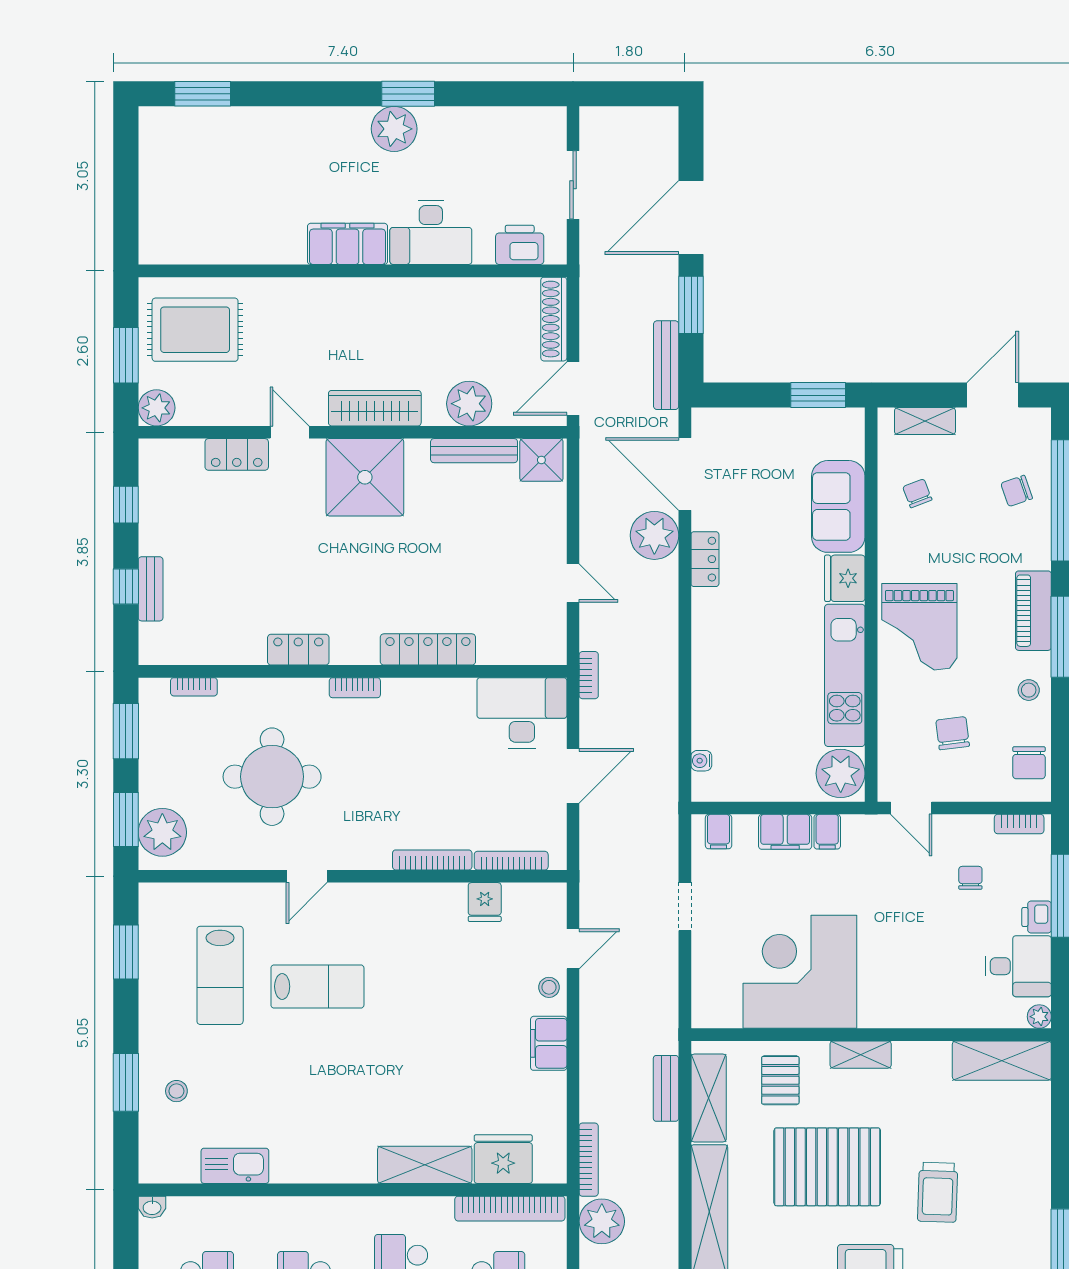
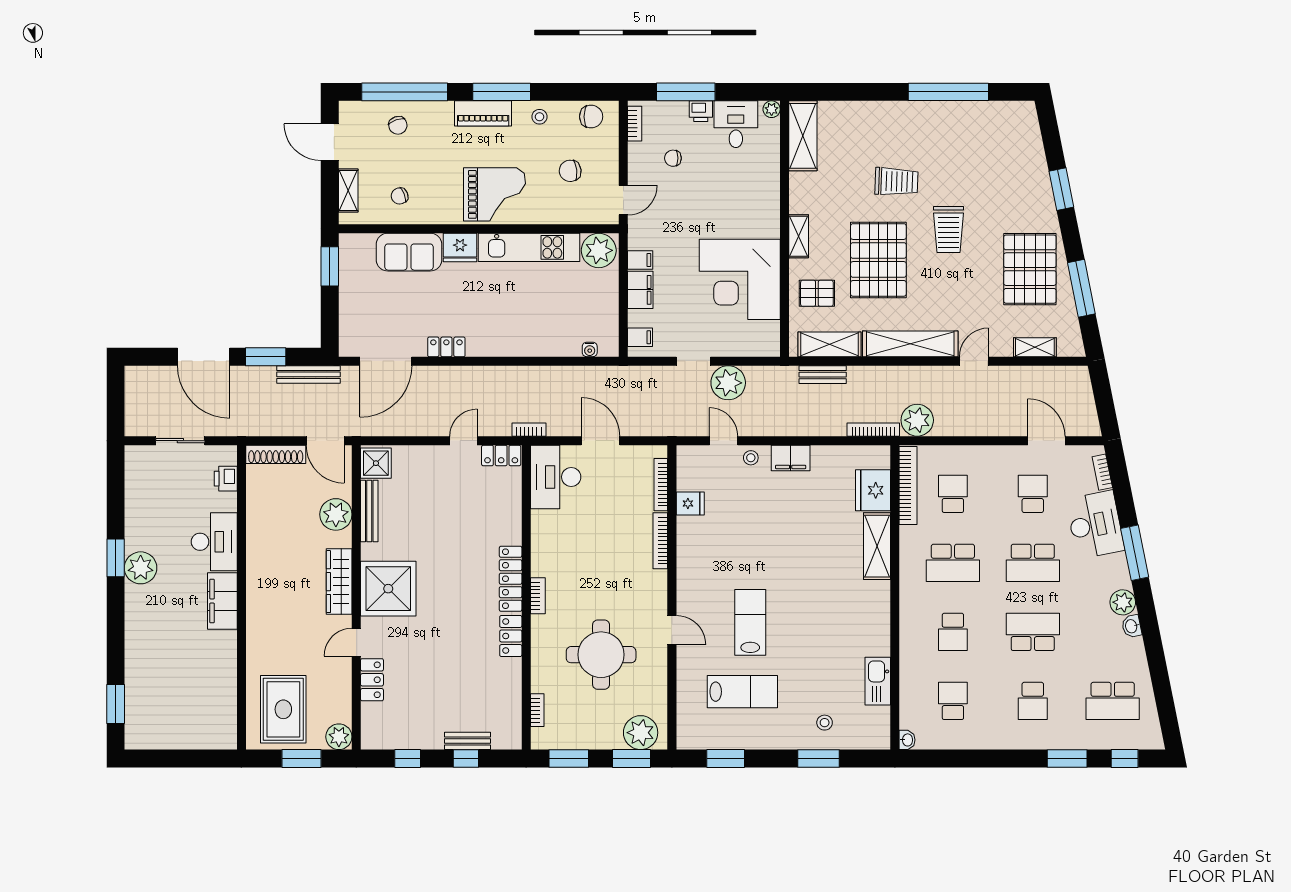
printer: (520, 245) -> (226, 479), width x0.73, depth x0.81
plant: (654, 535) -> (728, 383), moved
locker: (552, 636) -> (501, 455), added
locker: (428, 649) -> (511, 579), moved

